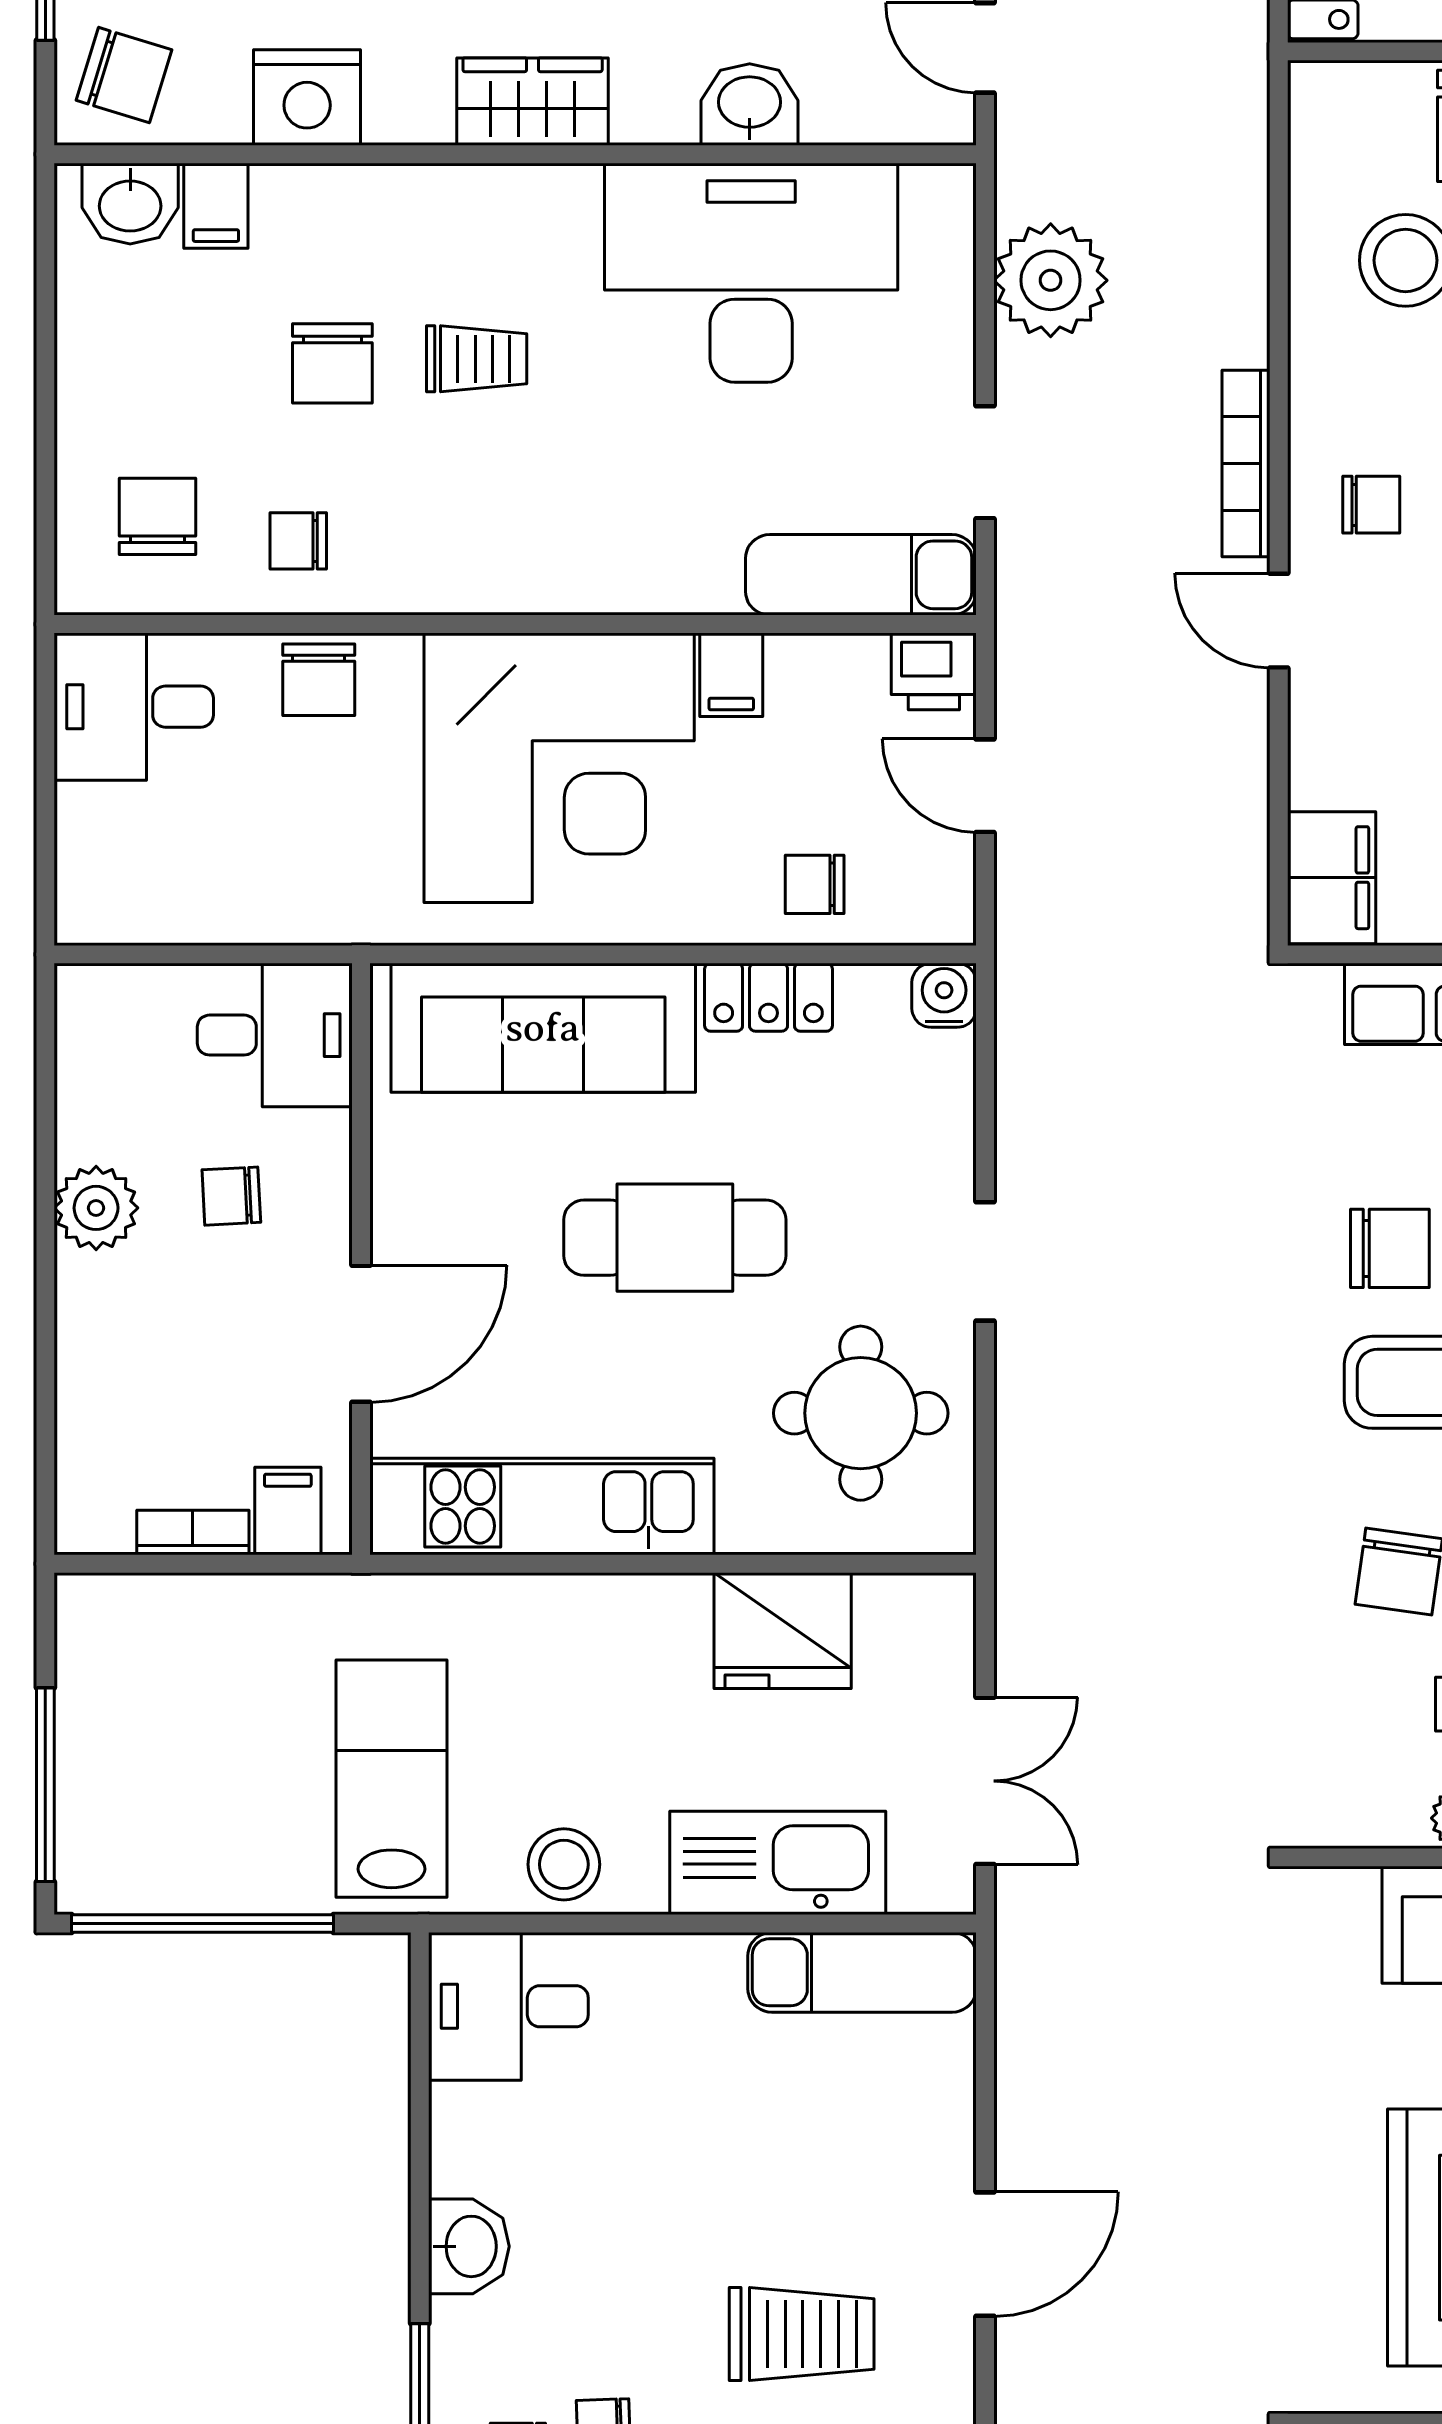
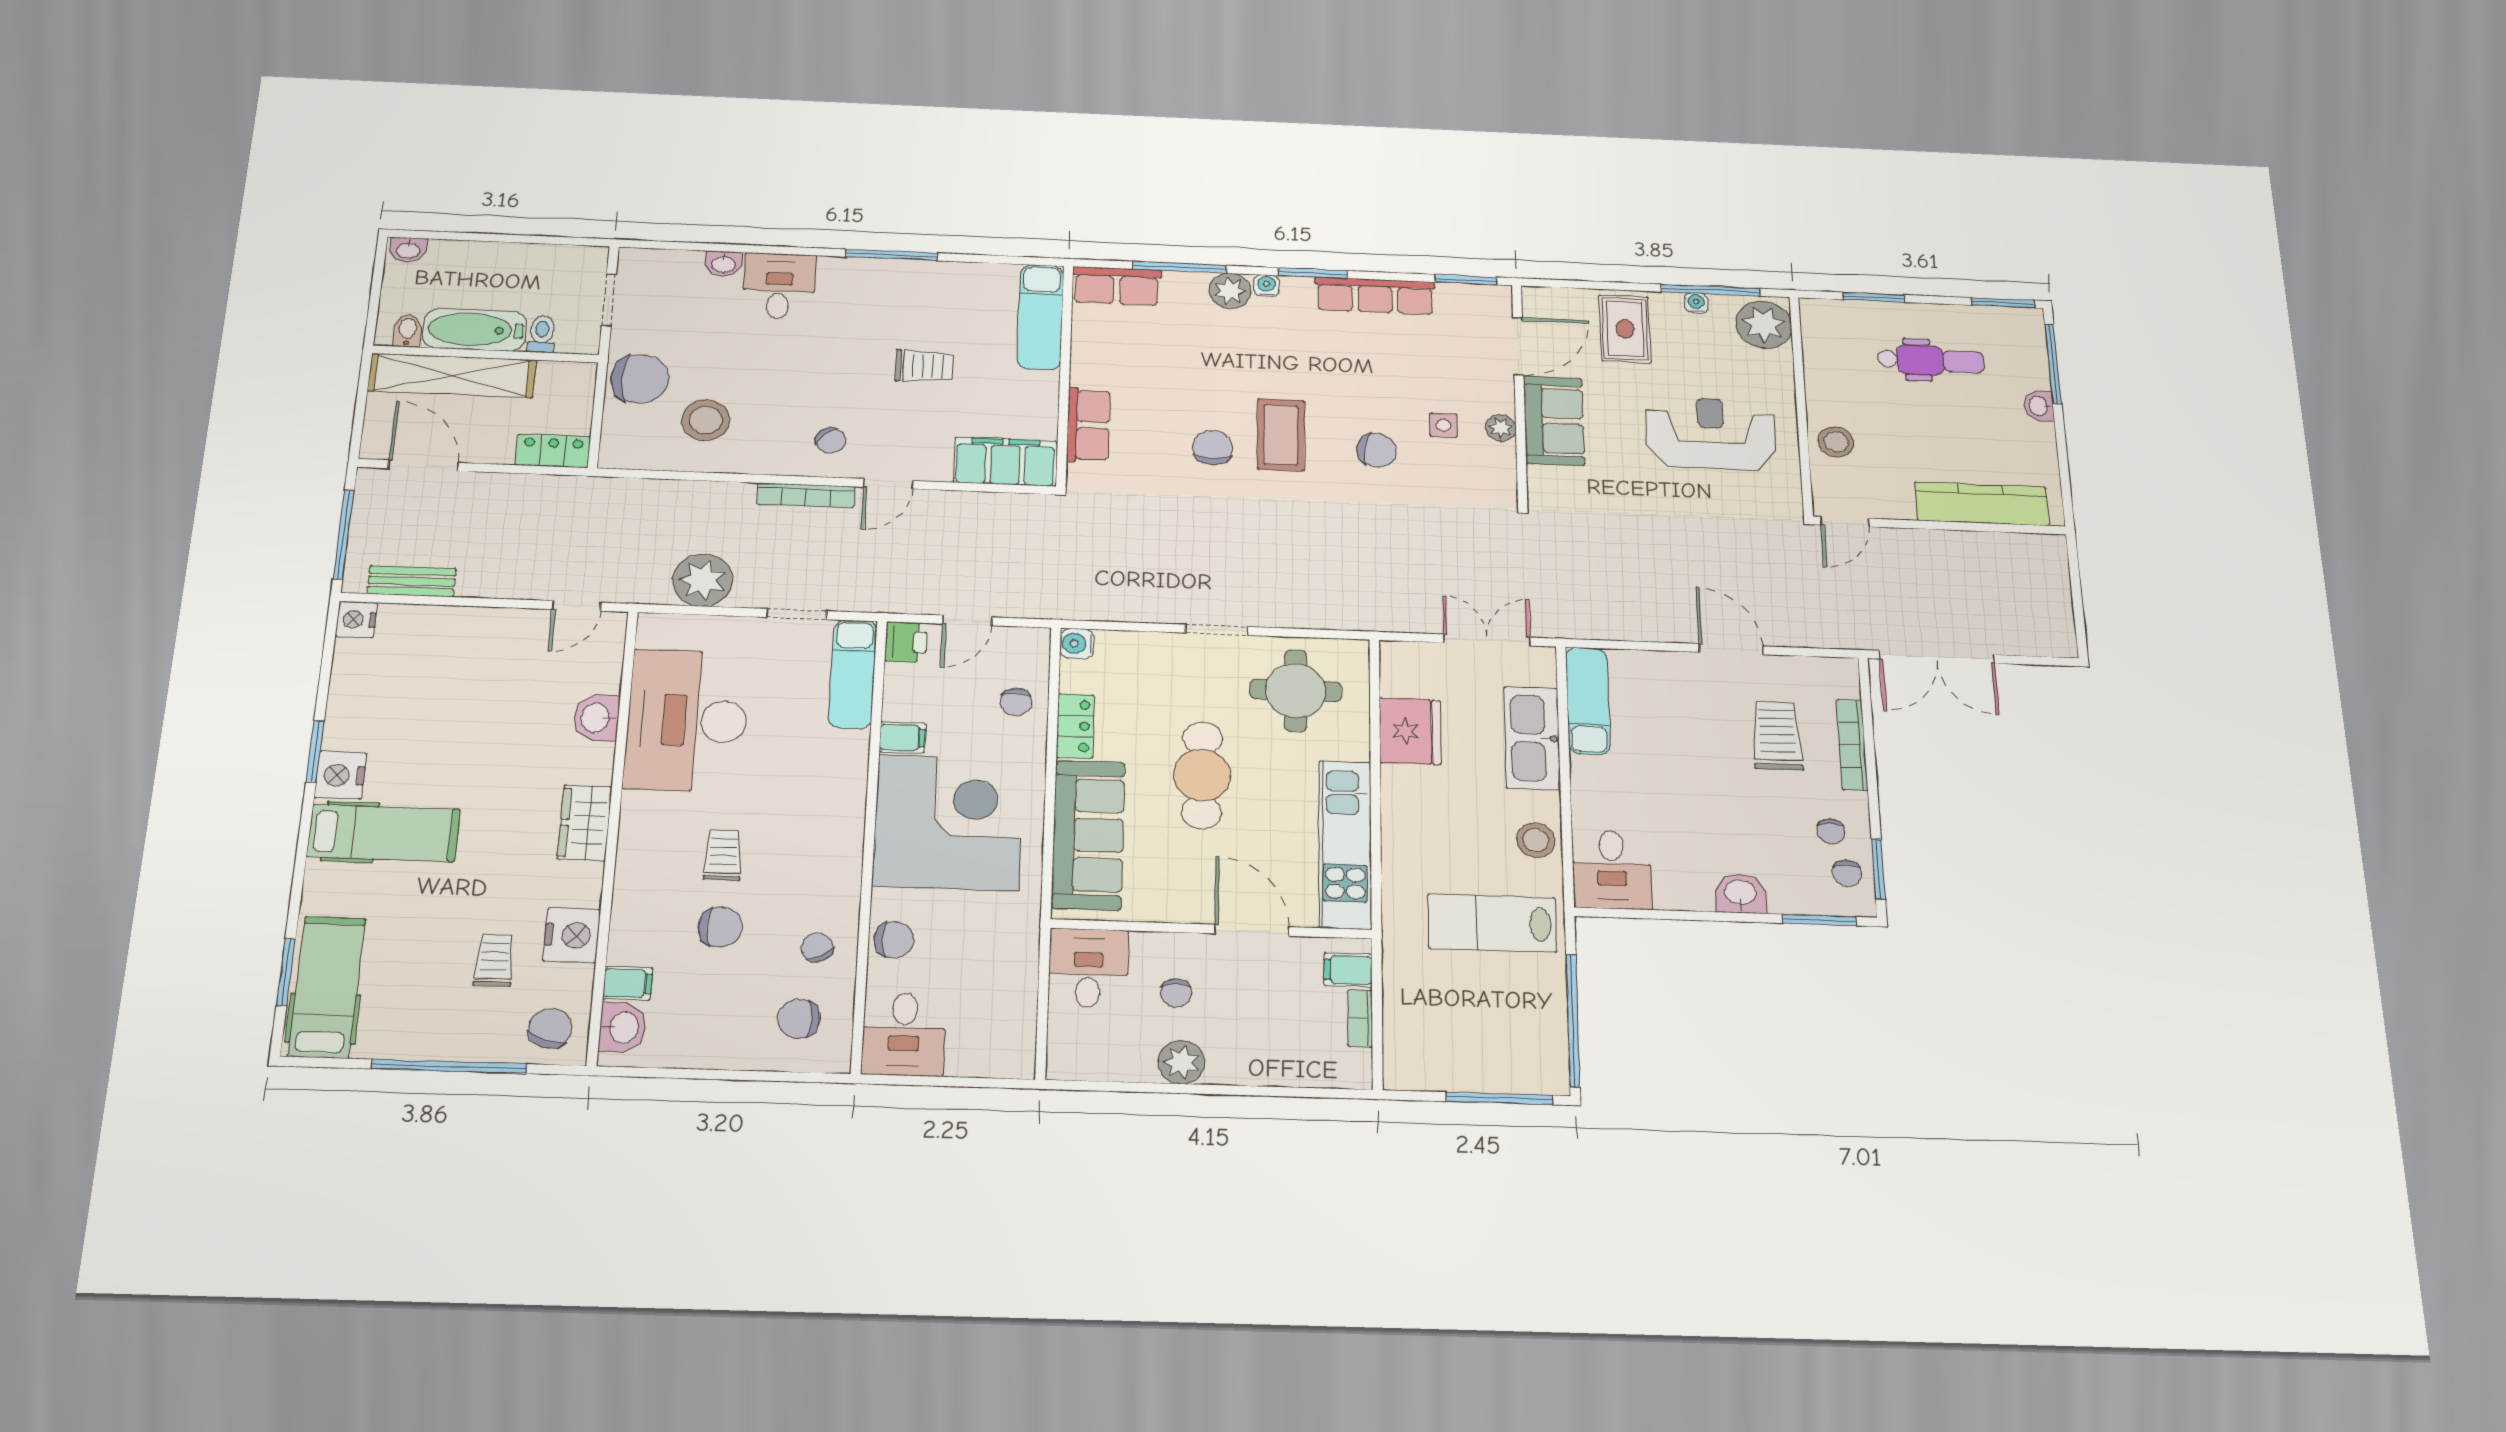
chair: (1371, 505) -> (831, 440), turned 136
chair: (298, 541) -> (817, 948), turned 153
filing cabinet: (1332, 878) -> (1005, 462), width x1.50, depth x1.17

